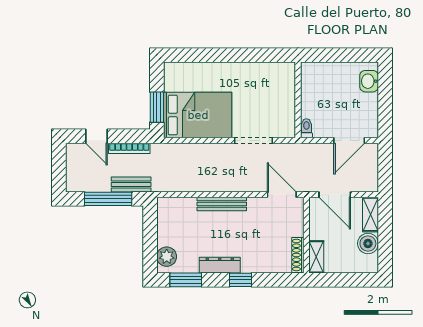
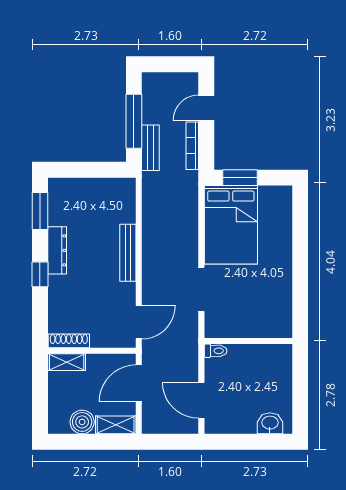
plant: (167, 257) -> (67, 189), removed

